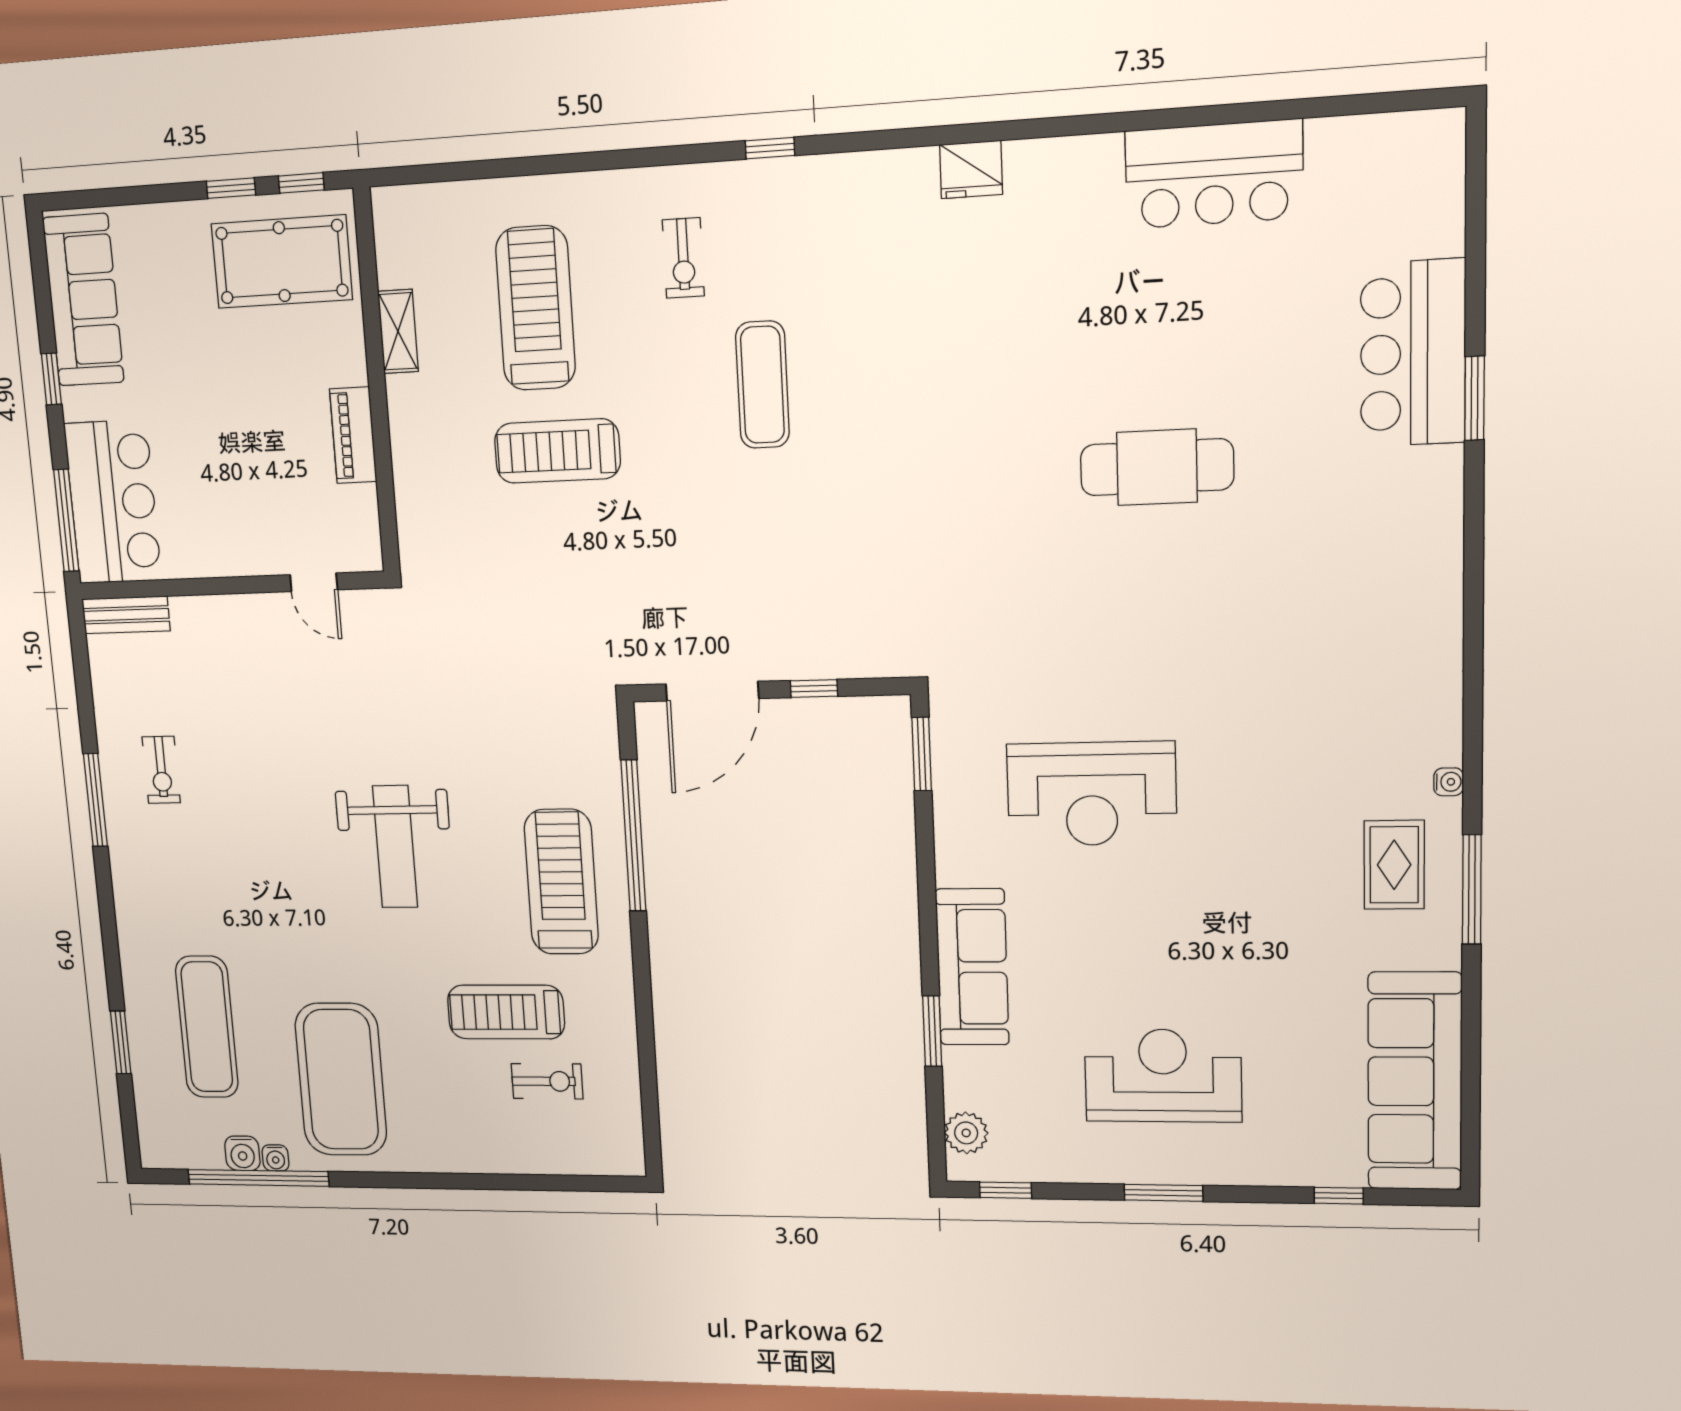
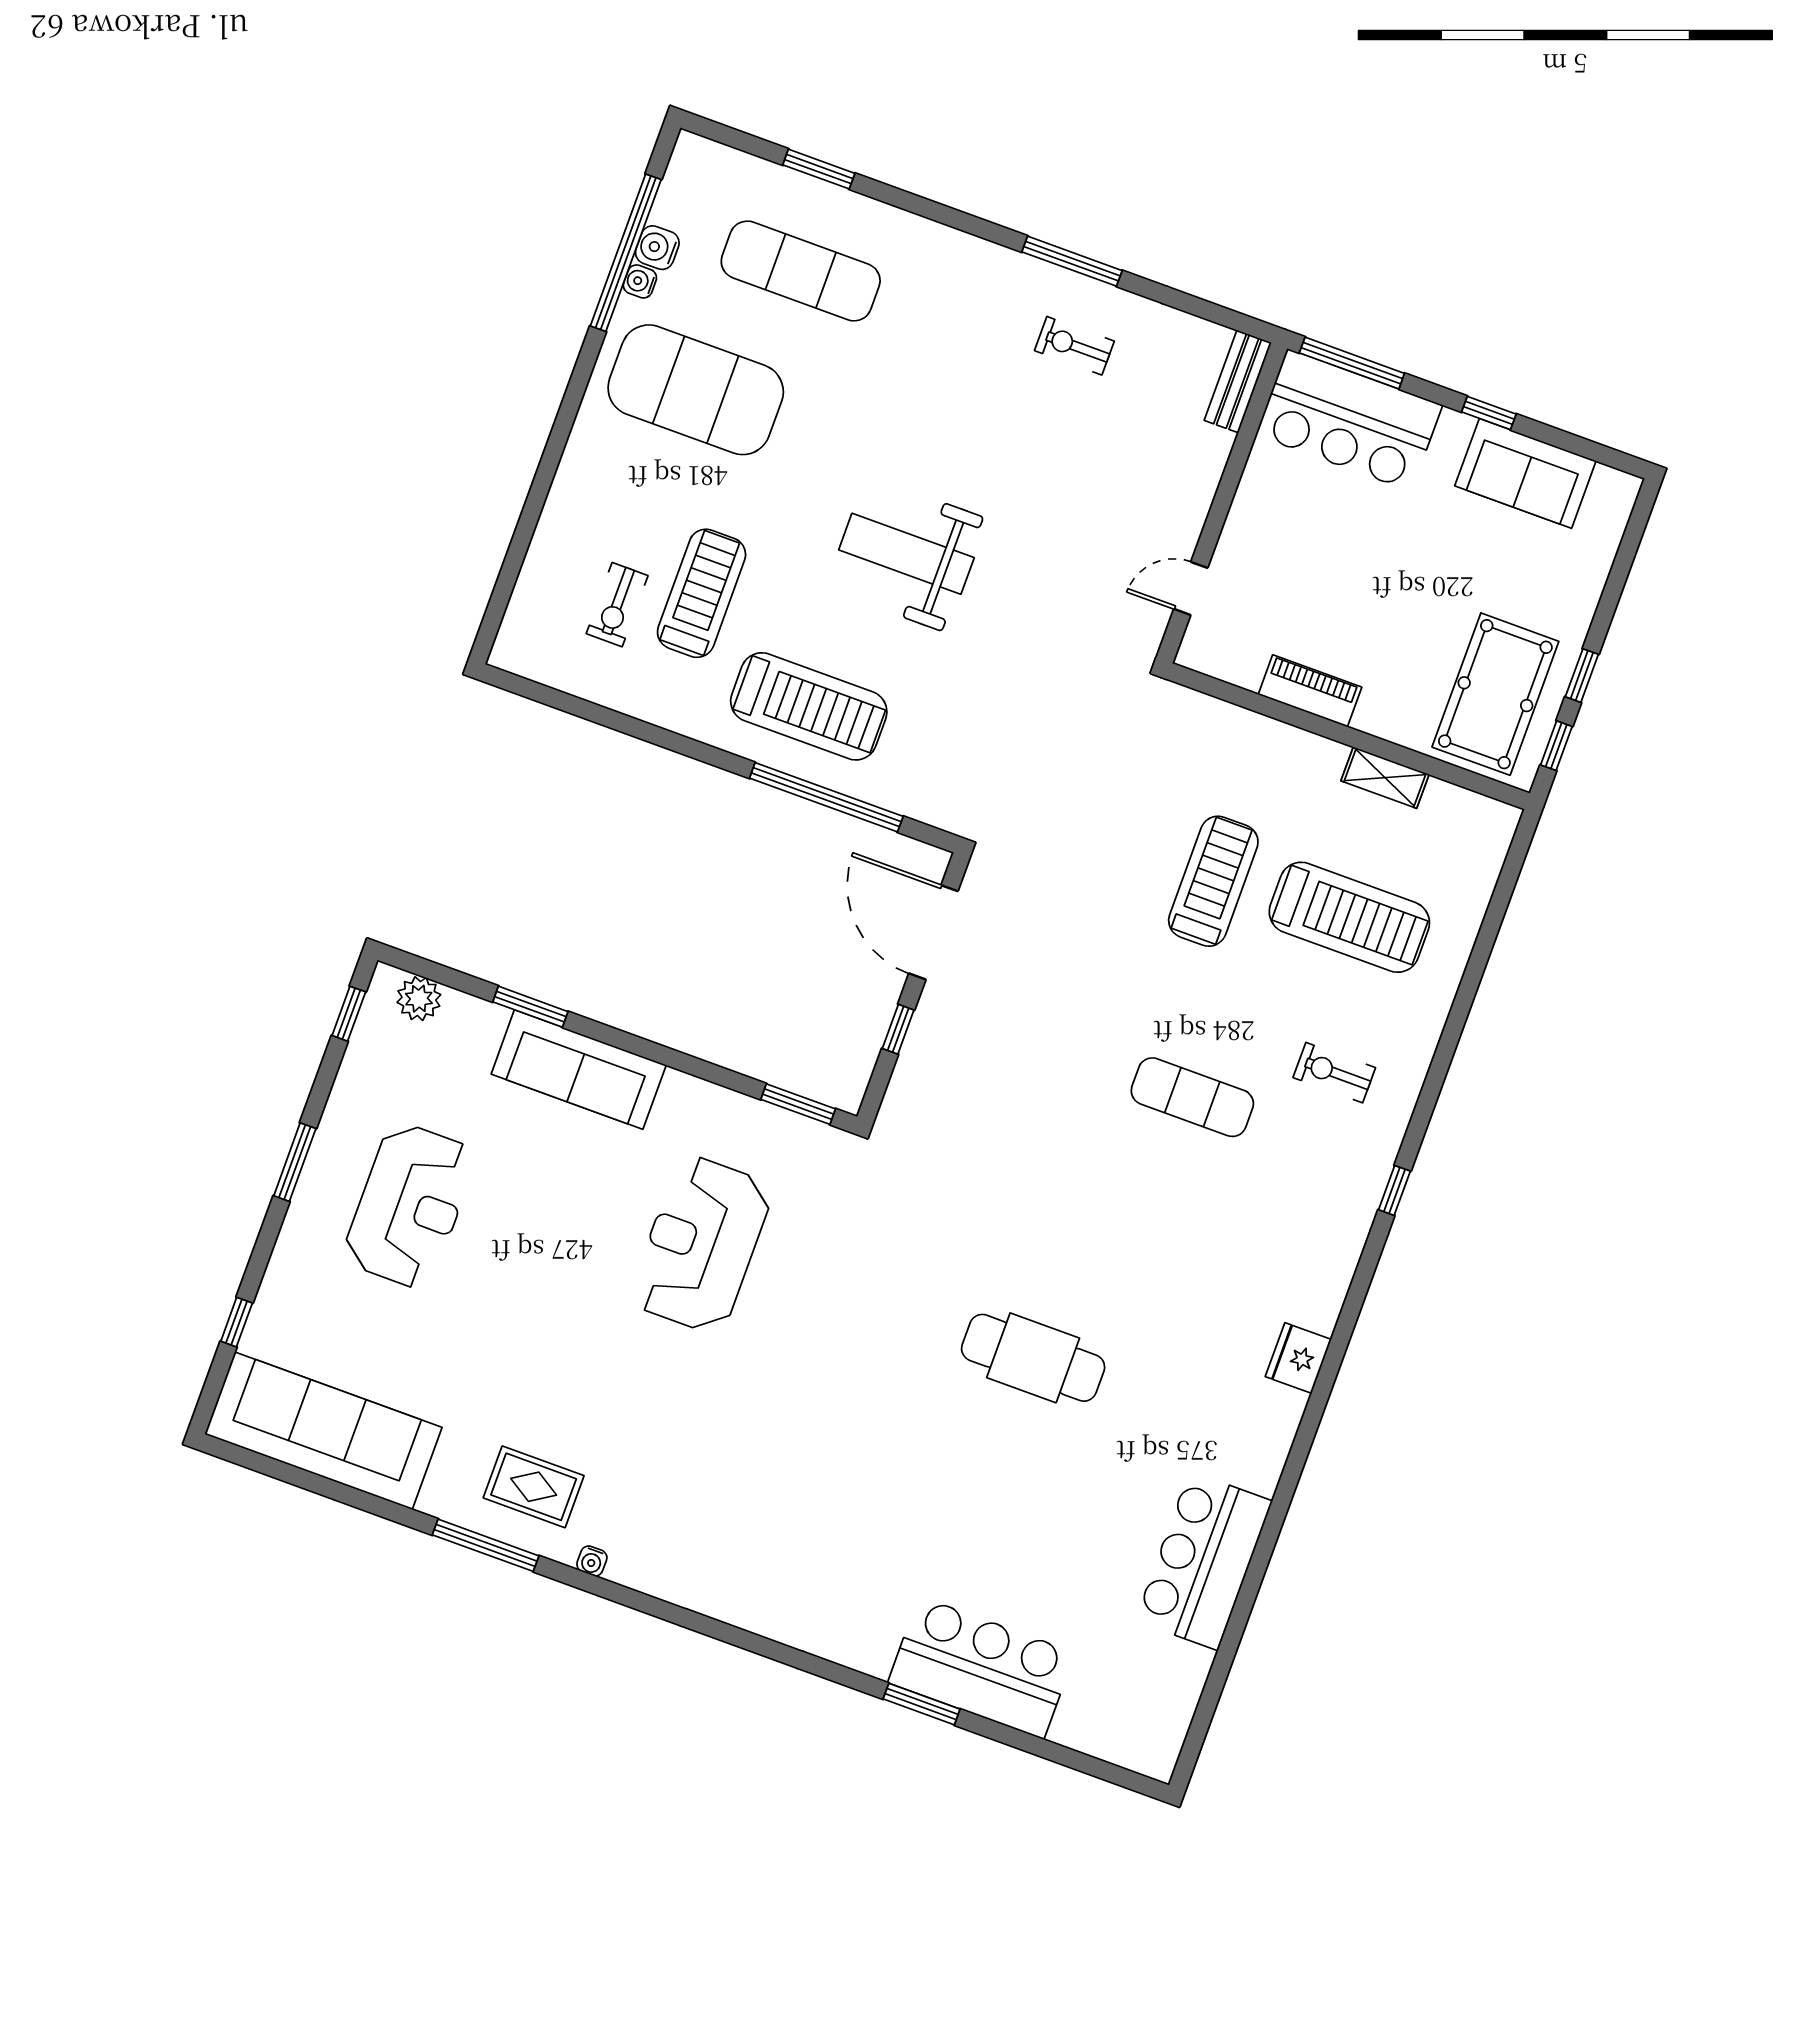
sofa: (83, 300) -> (1525, 473), width x0.73
cafe table: (1157, 467) -> (1033, 1358), moved, turned 90

